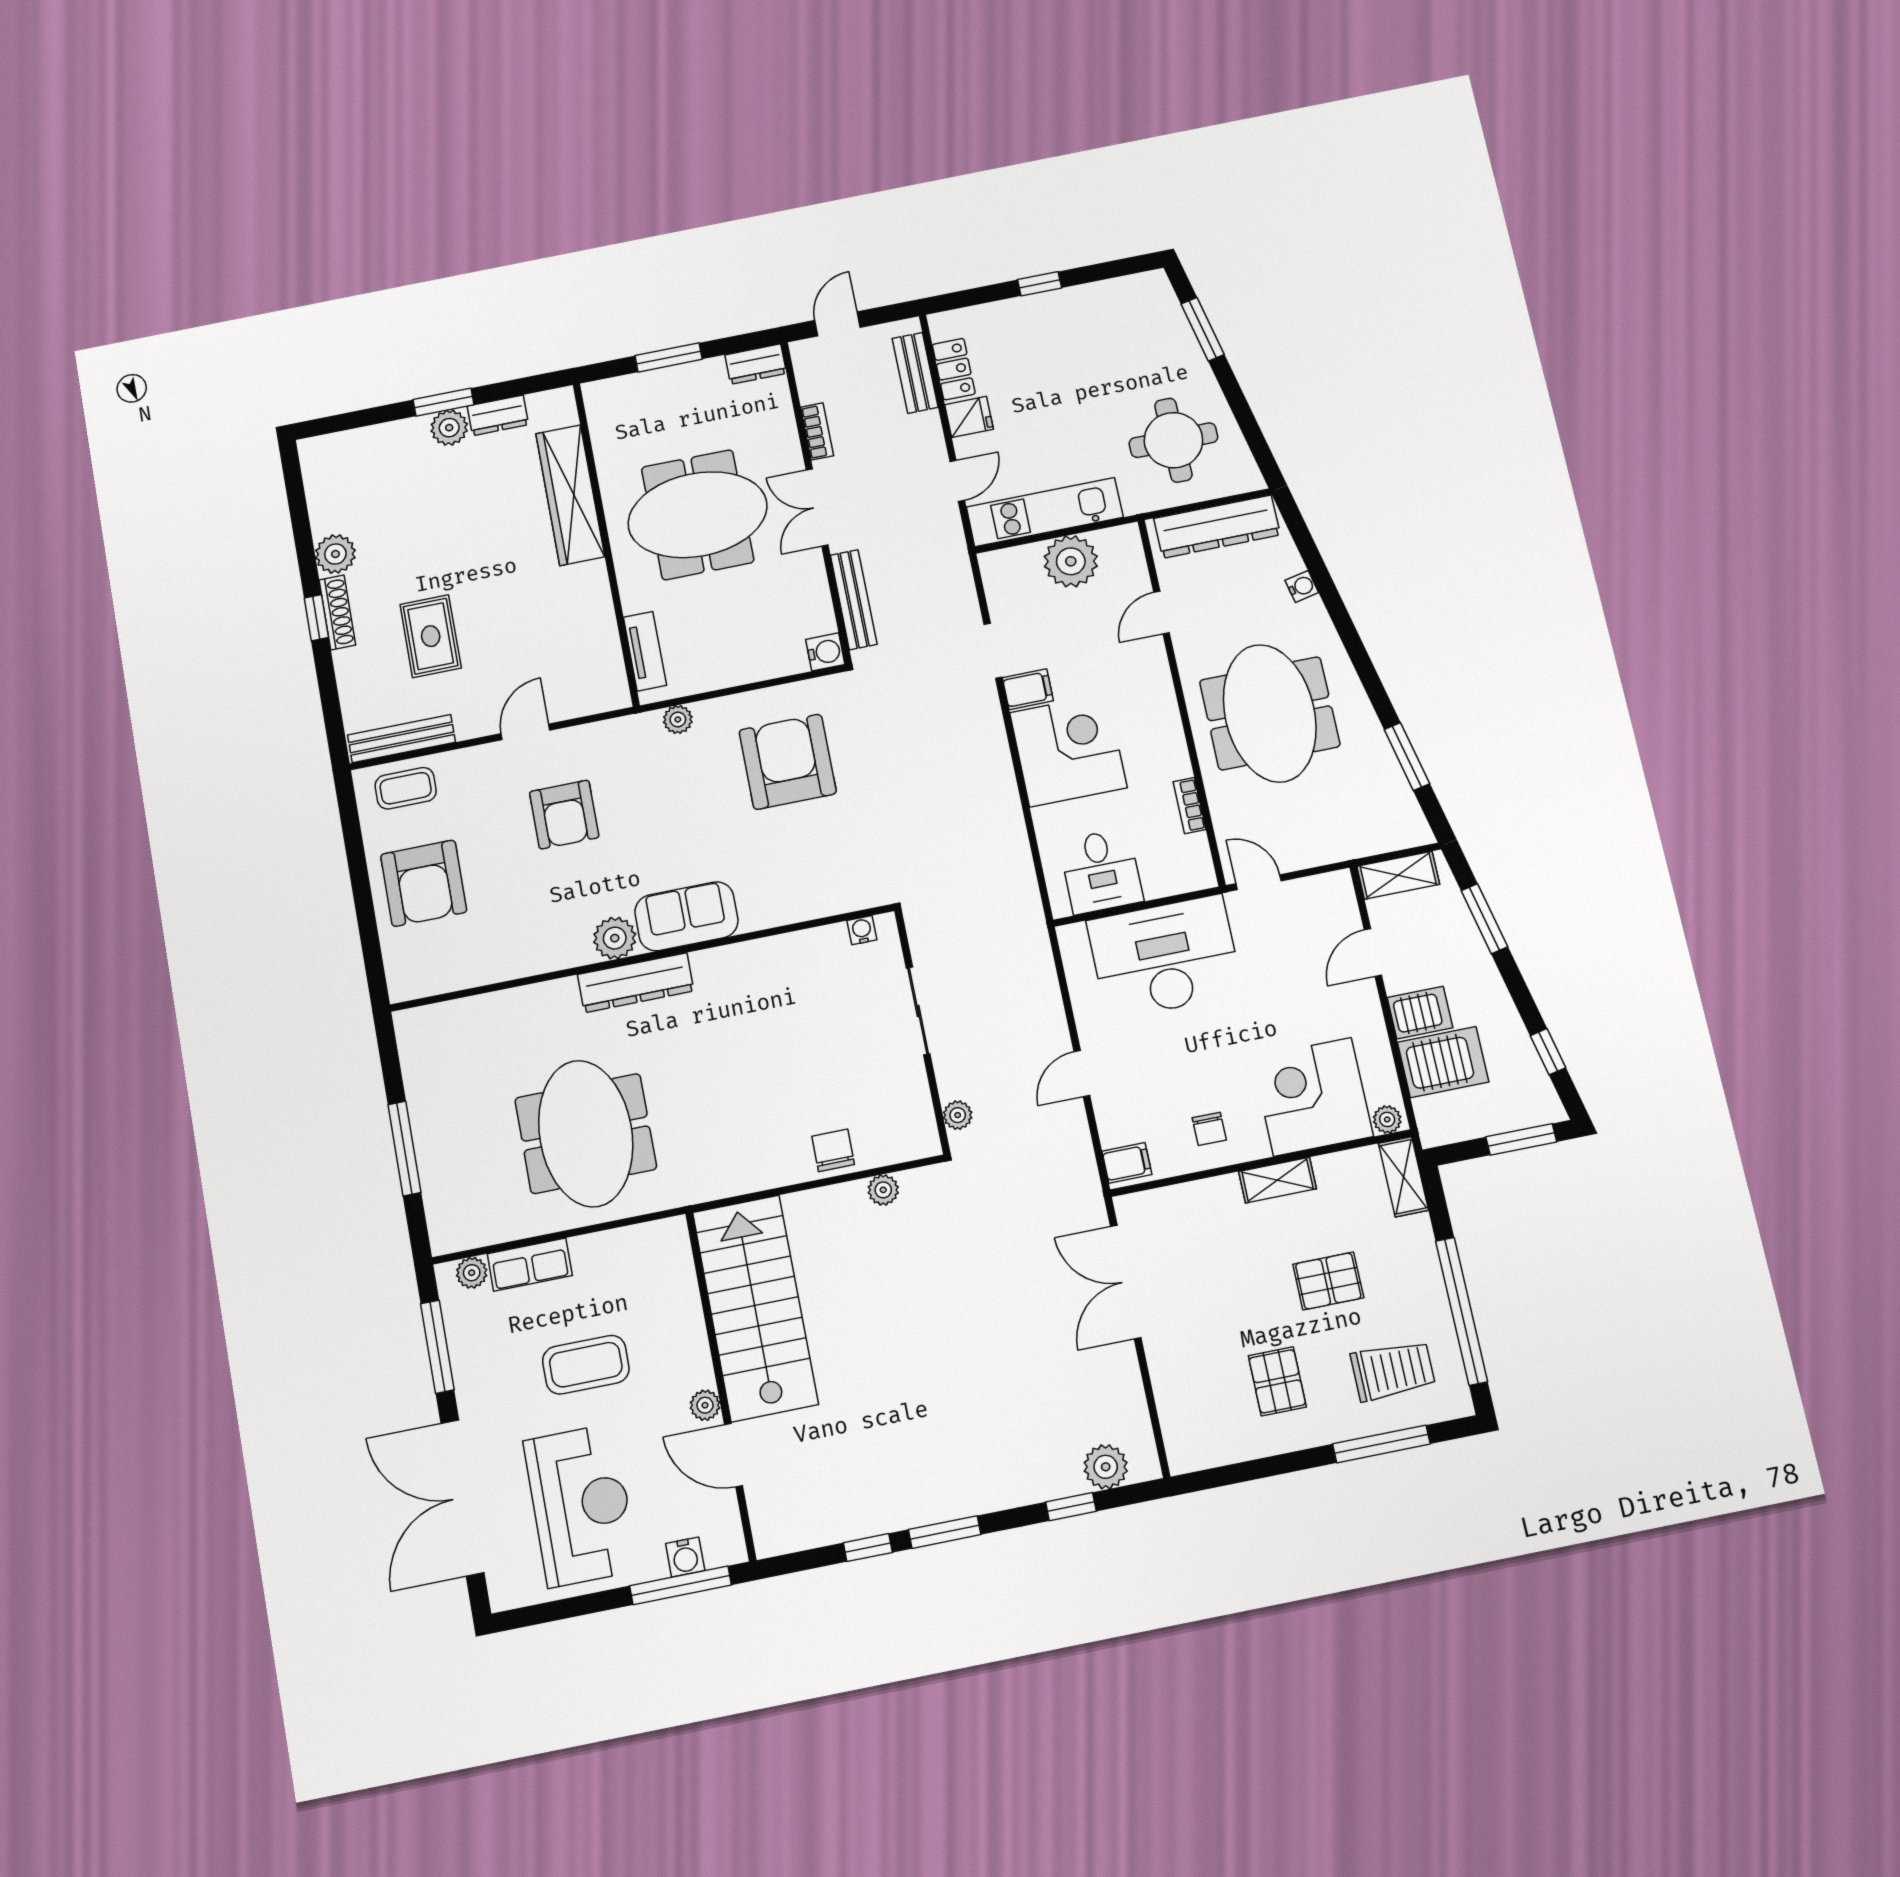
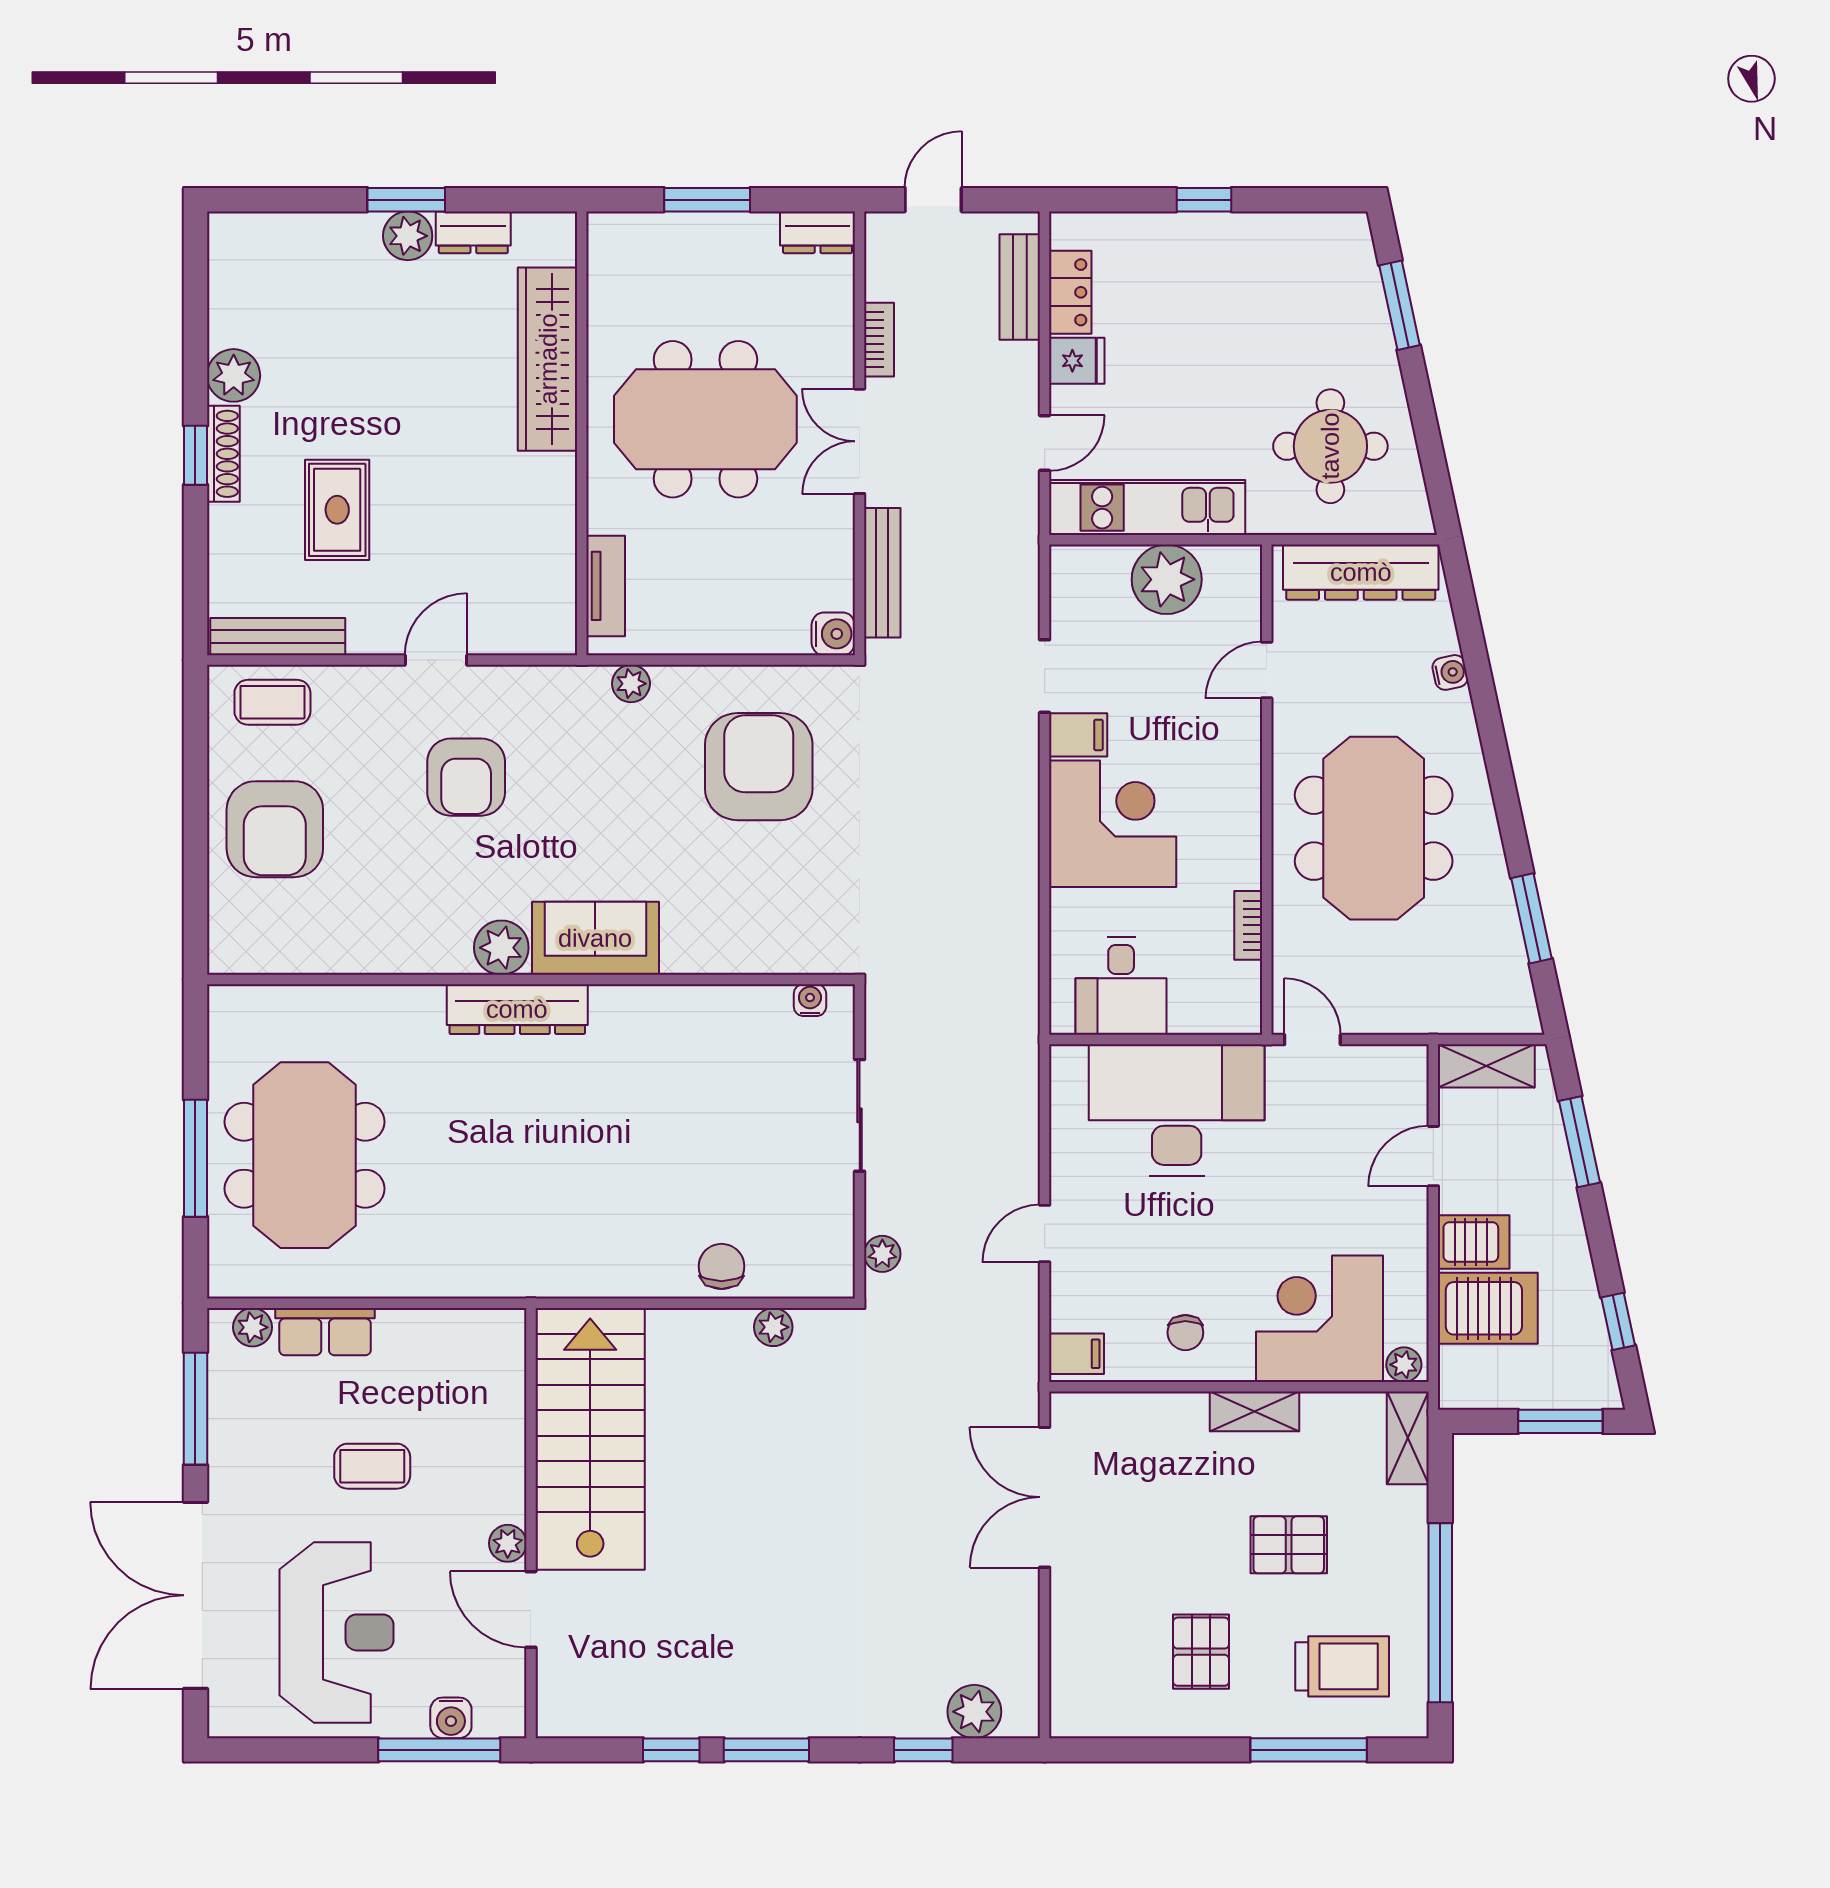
meeting table: (586, 1134) -> (305, 1155), moved
coffee table: (586, 1365) -> (372, 1466), width x0.73, depth x0.77

